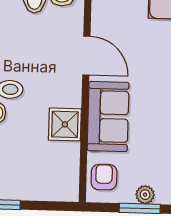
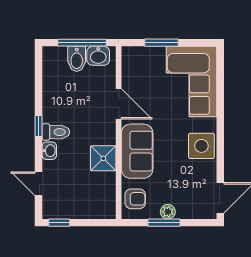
armchair: (104, 177) -> (135, 199), turned 90

